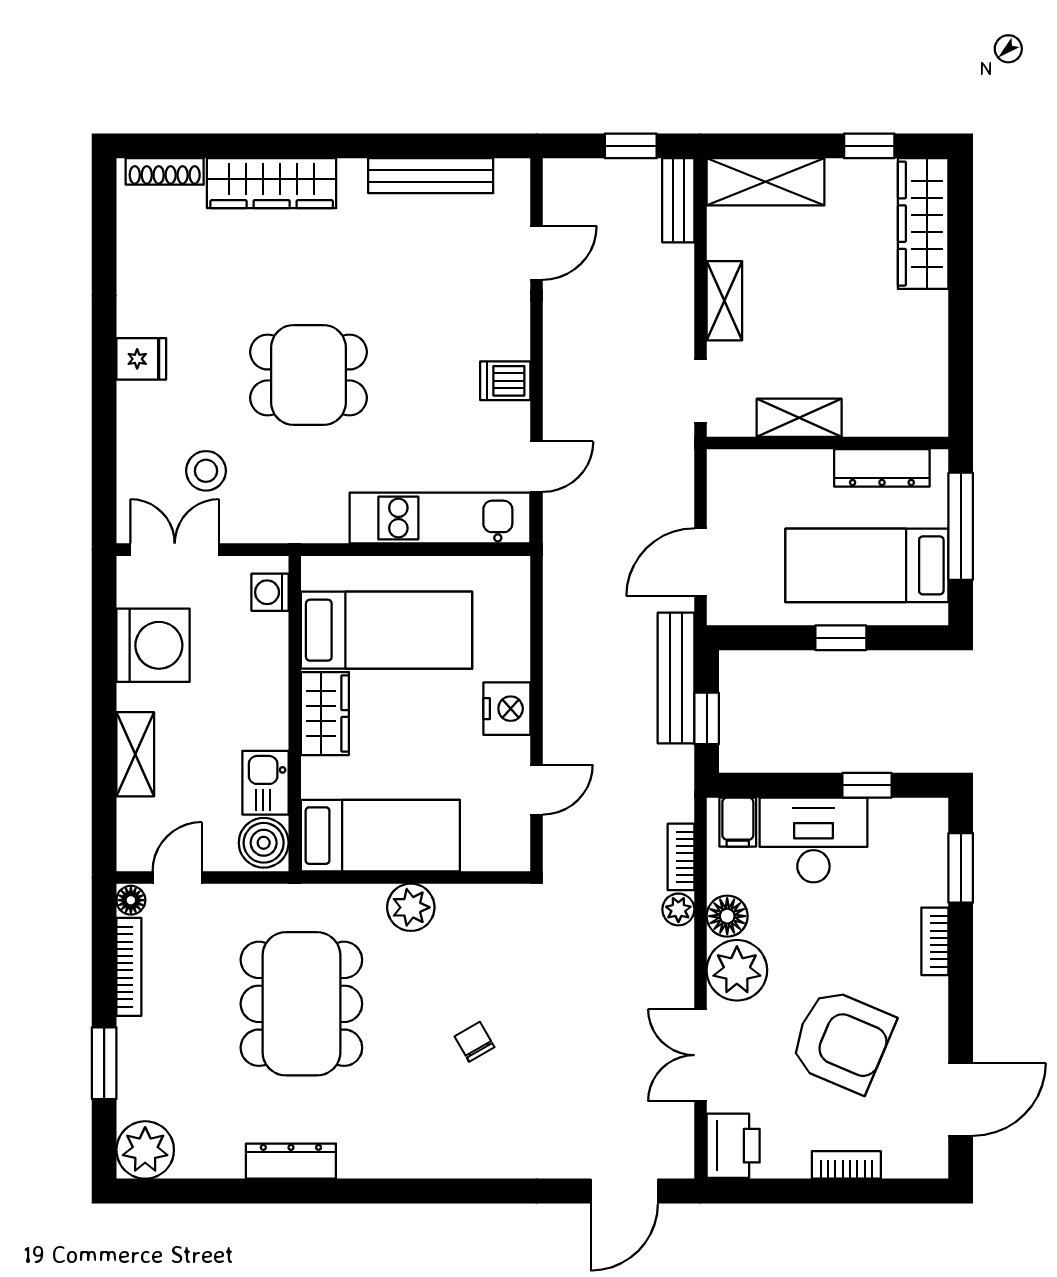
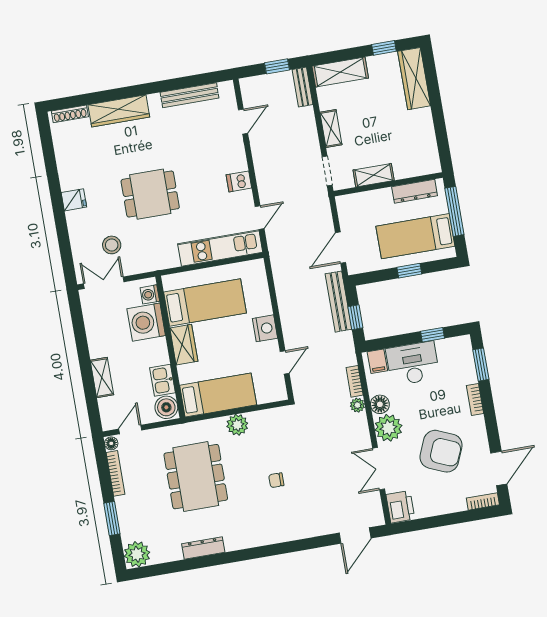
washing machine: (153, 645) -> (146, 322), moved, turned 180
chair: (474, 1042) -> (276, 480), turned -60
bookcase: (846, 1165) -> (483, 501), moved

